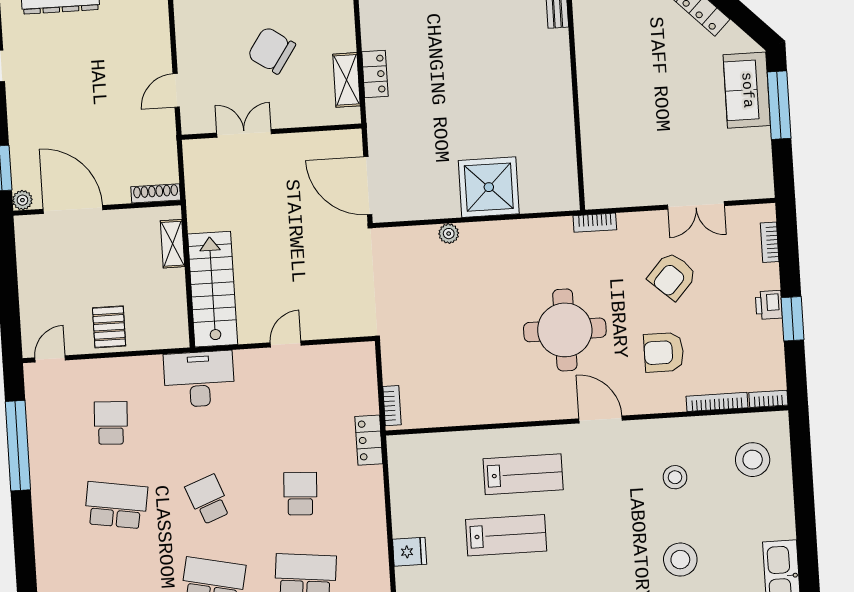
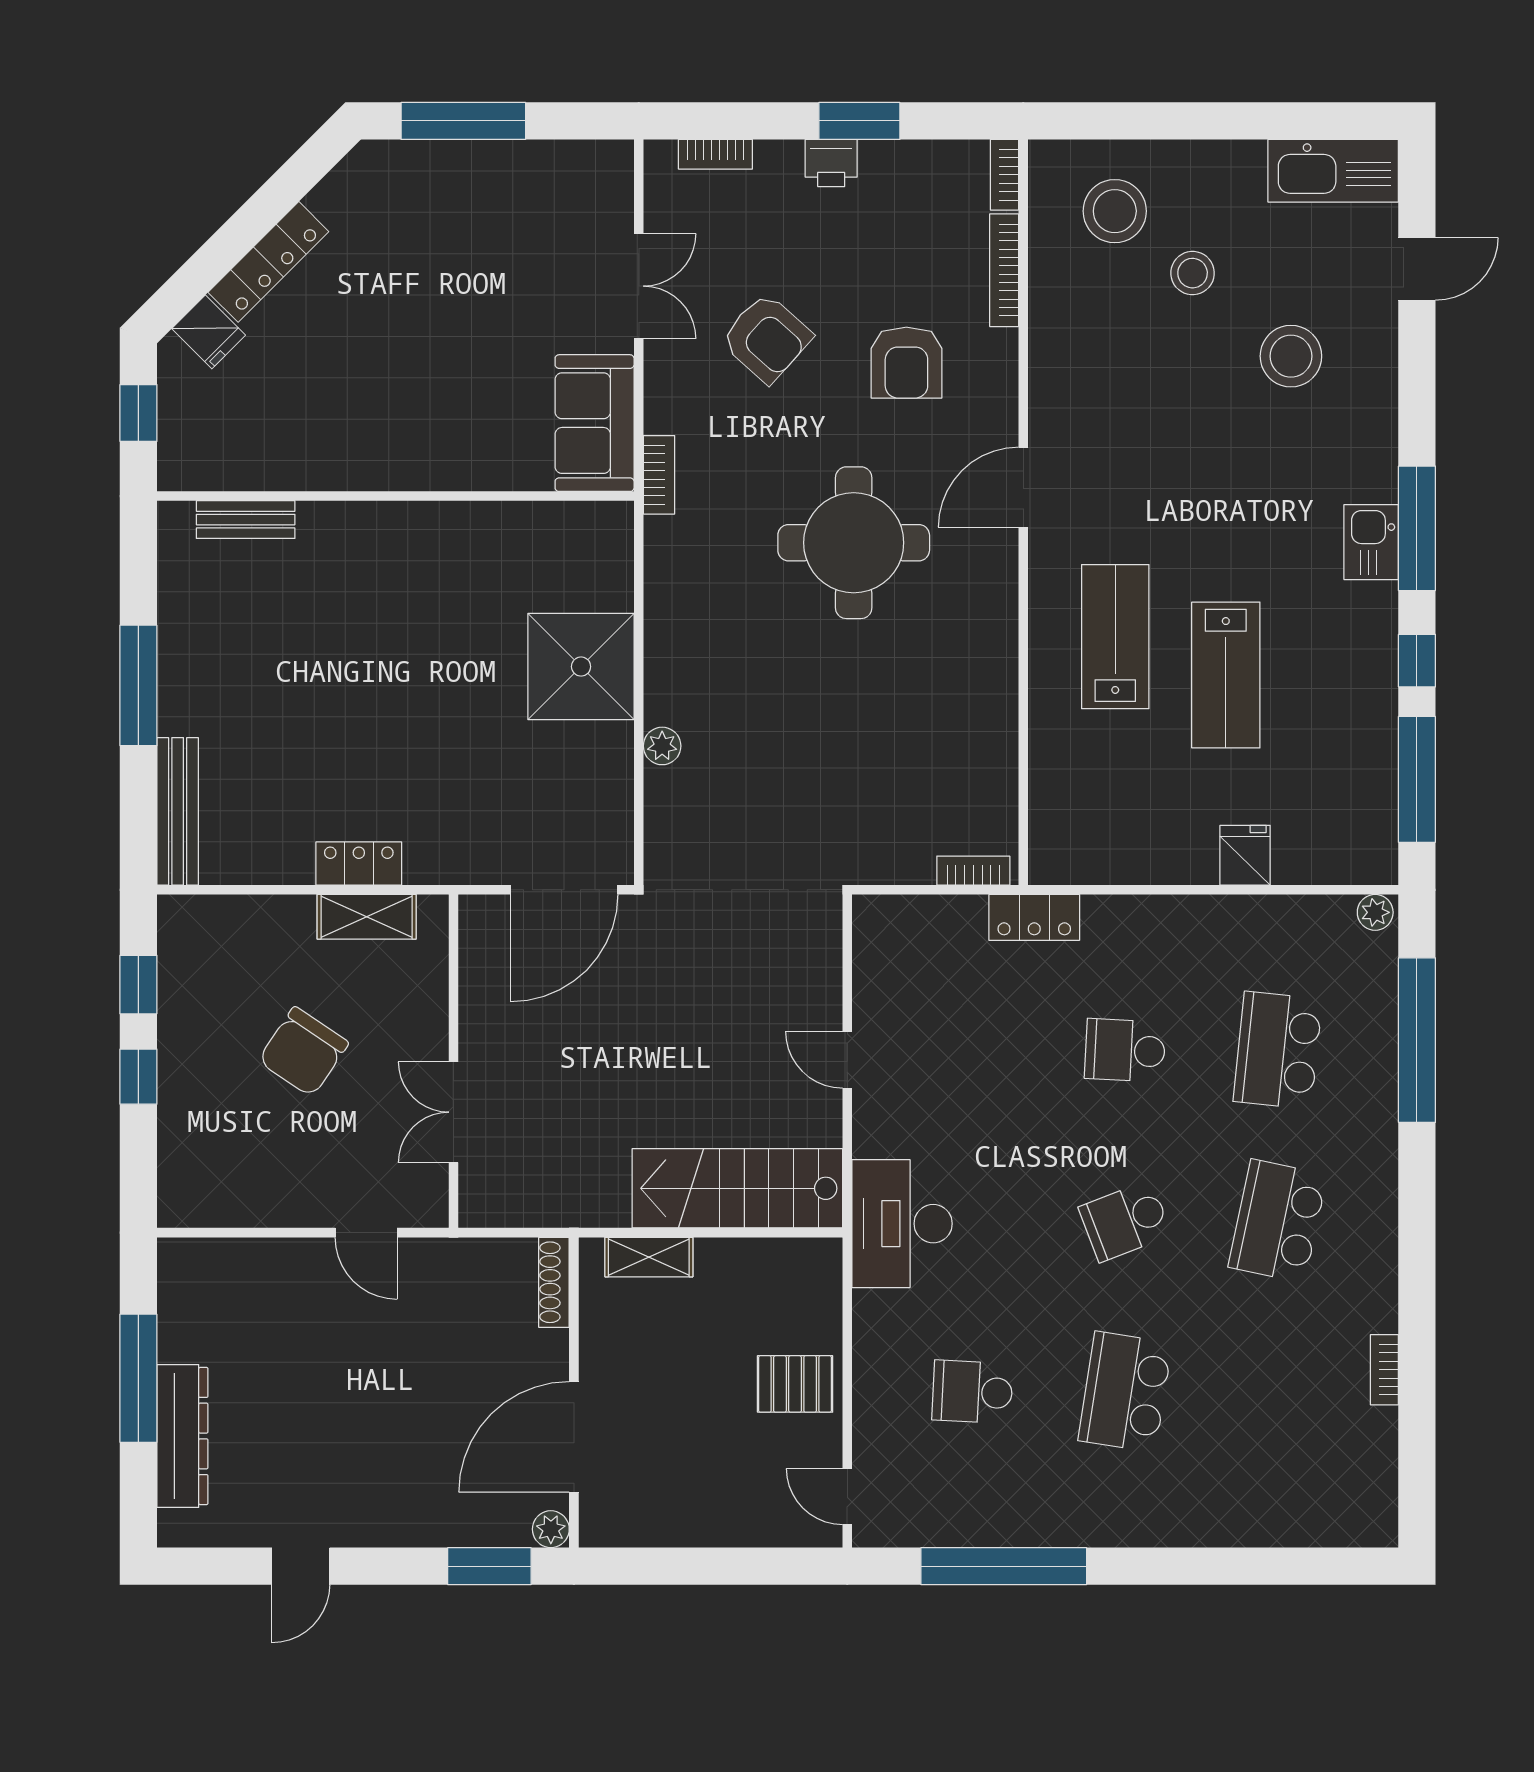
sofa: (747, 90) -> (595, 423), moved, turned 90
stool: (675, 477) -> (1193, 273), moved
lab bench: (506, 535) -> (1226, 675), turned 180

